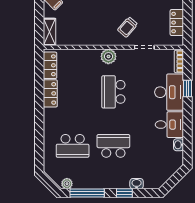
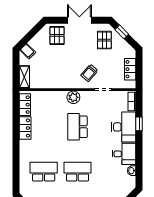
school desk: (73, 146) -> (44, 172), turned 180

